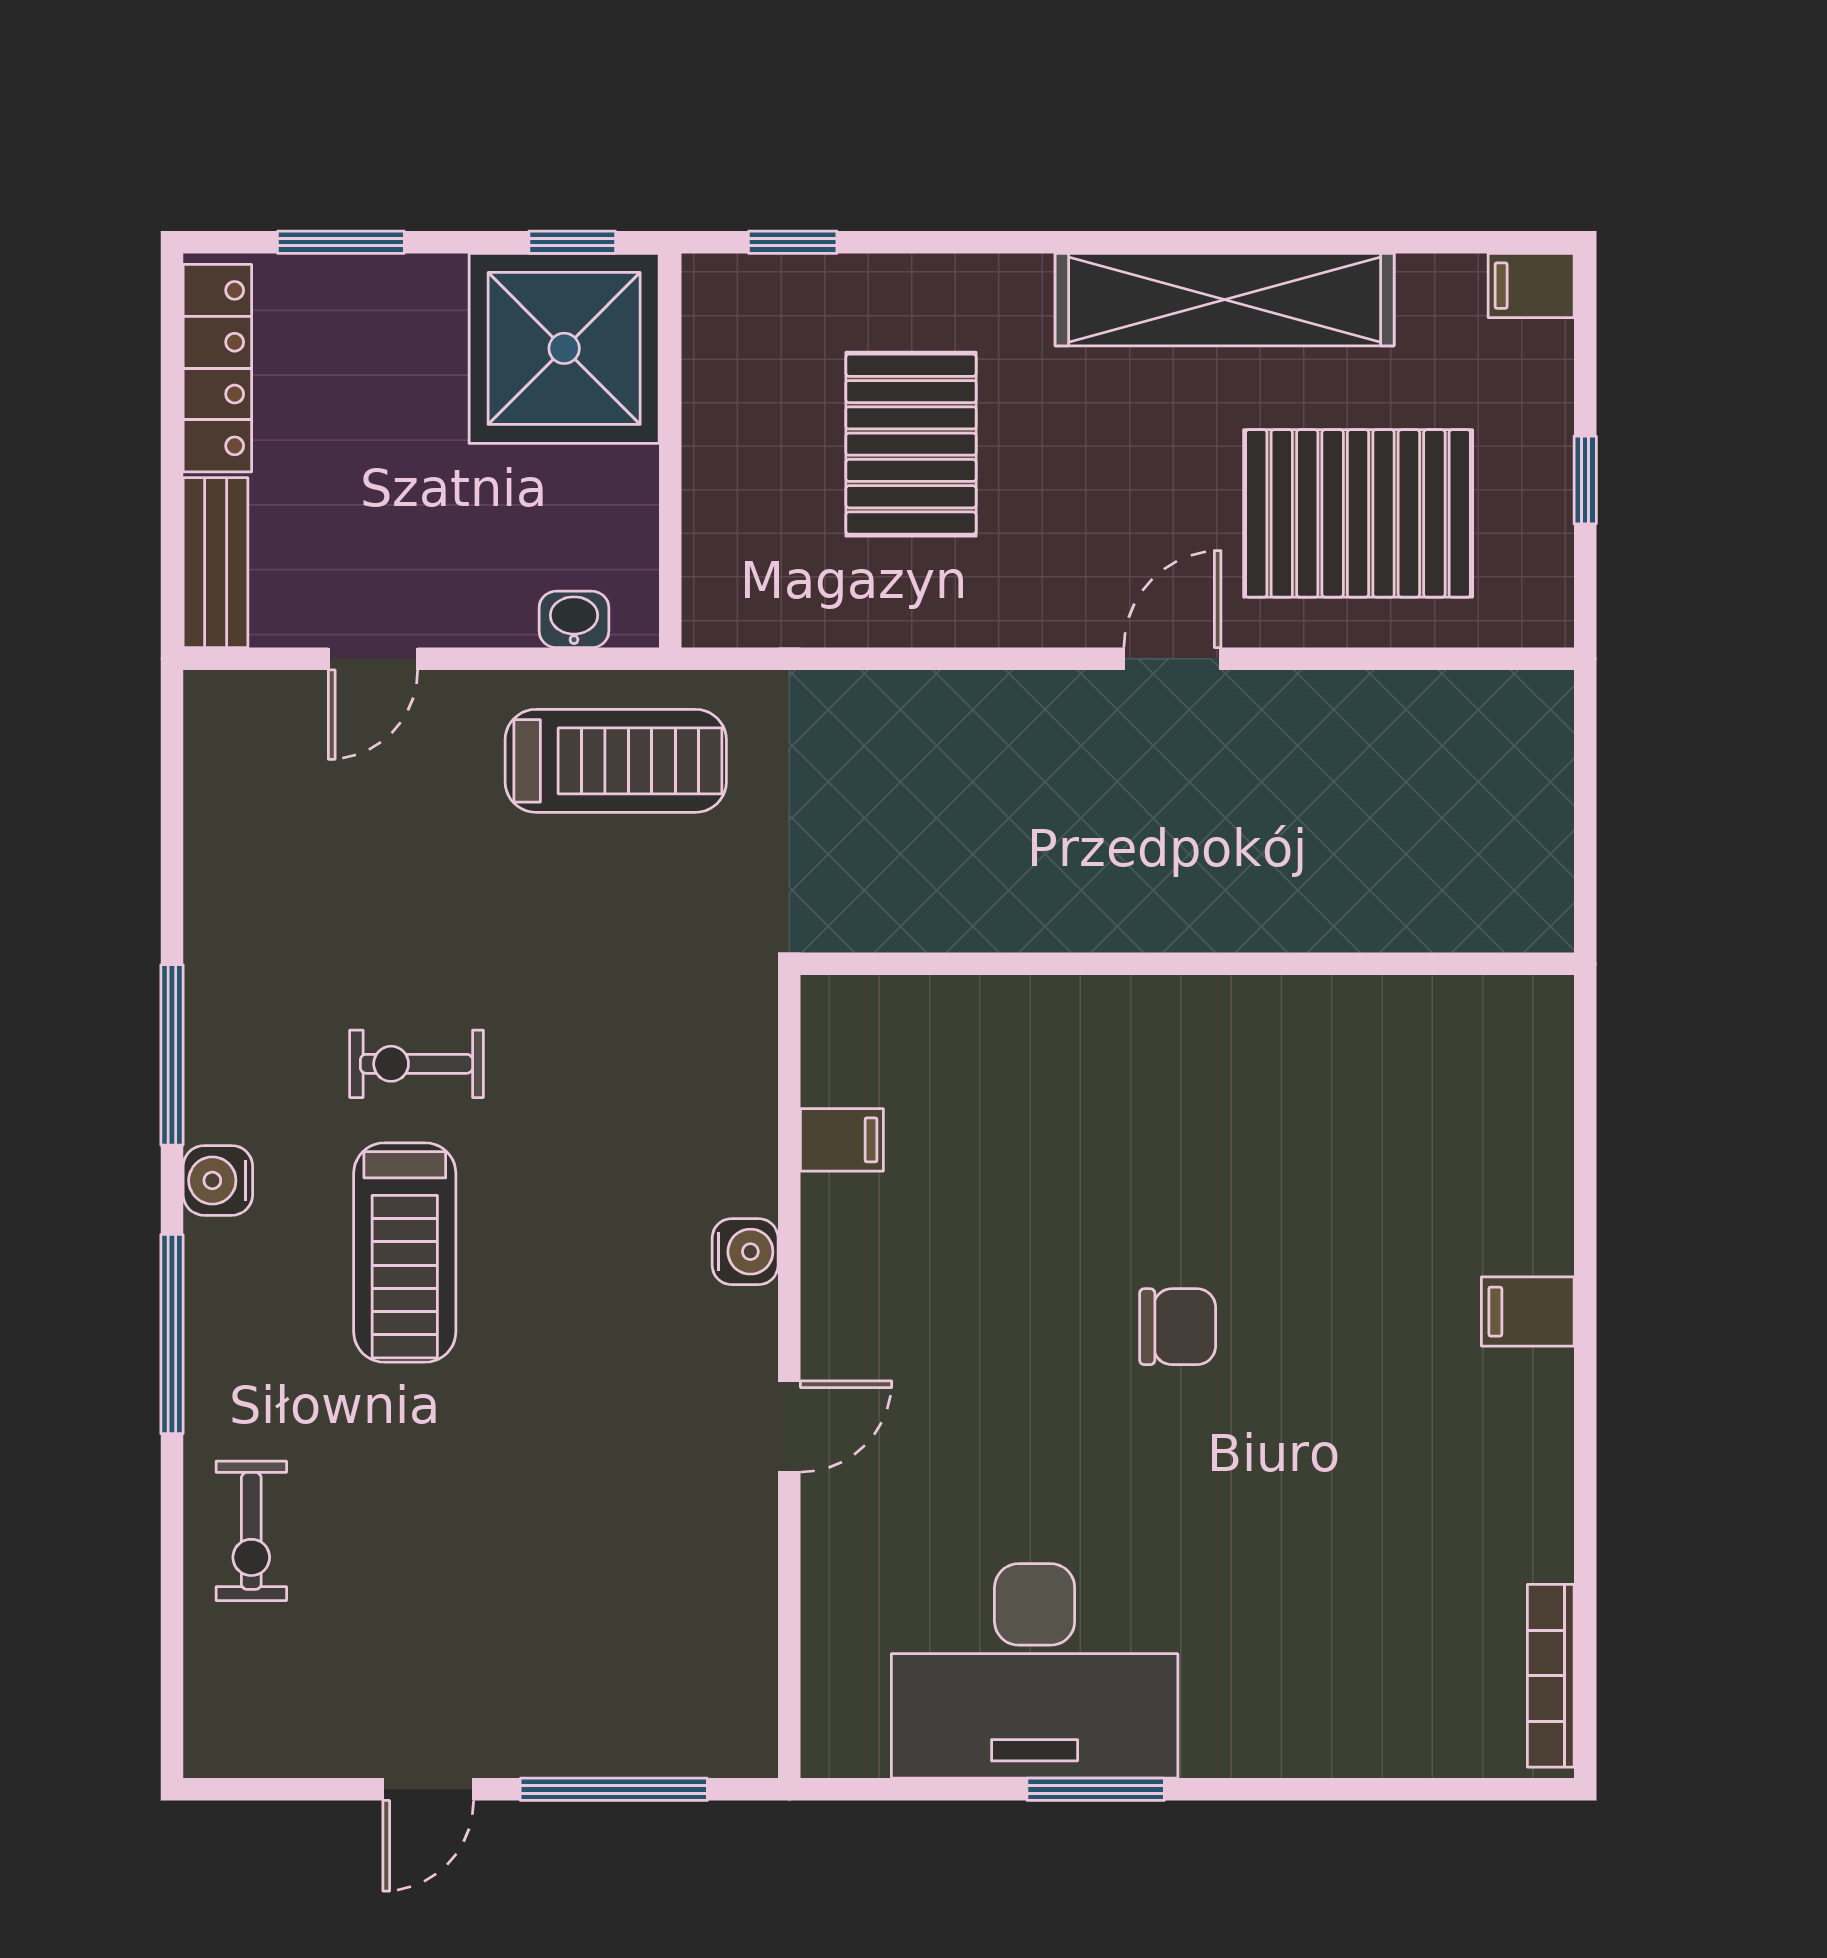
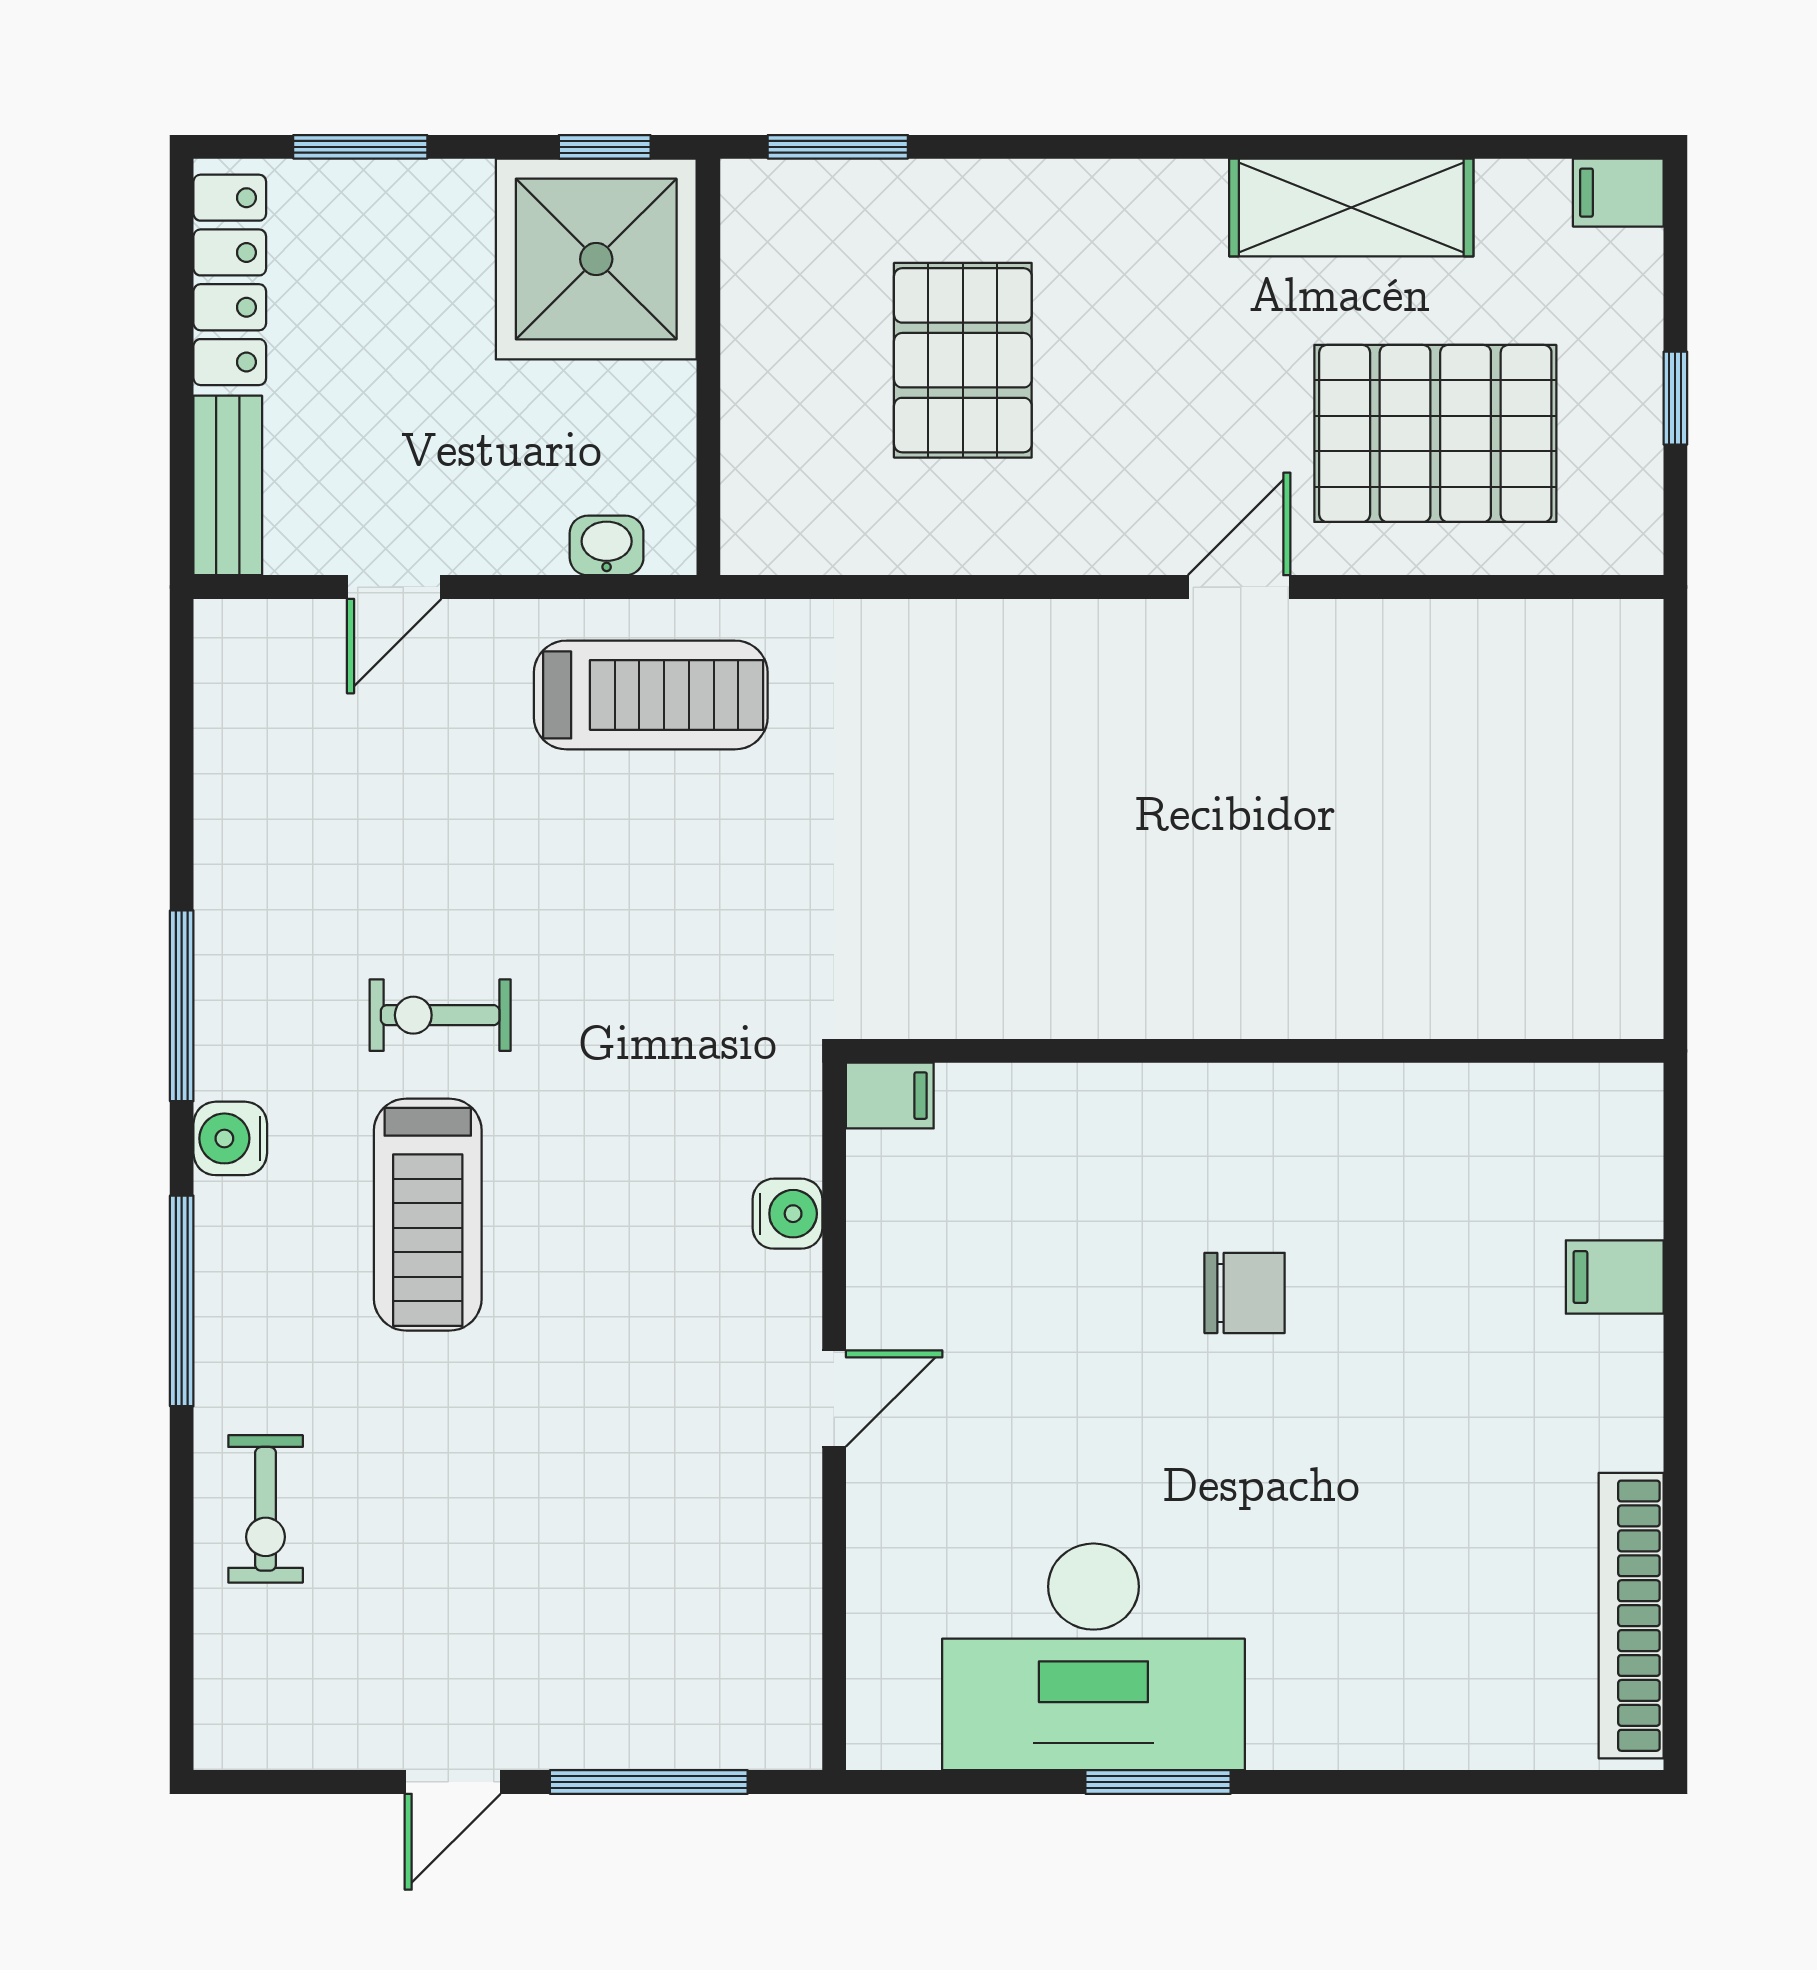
window: (793, 242) -> (838, 147), width x1.50
shelving: (1225, 300) -> (1351, 207), width x0.68
wall: (1187, 964) -> (1255, 1051), moved
bookcase: (1551, 1676) -> (1631, 1616), width x1.48, depth x1.31

